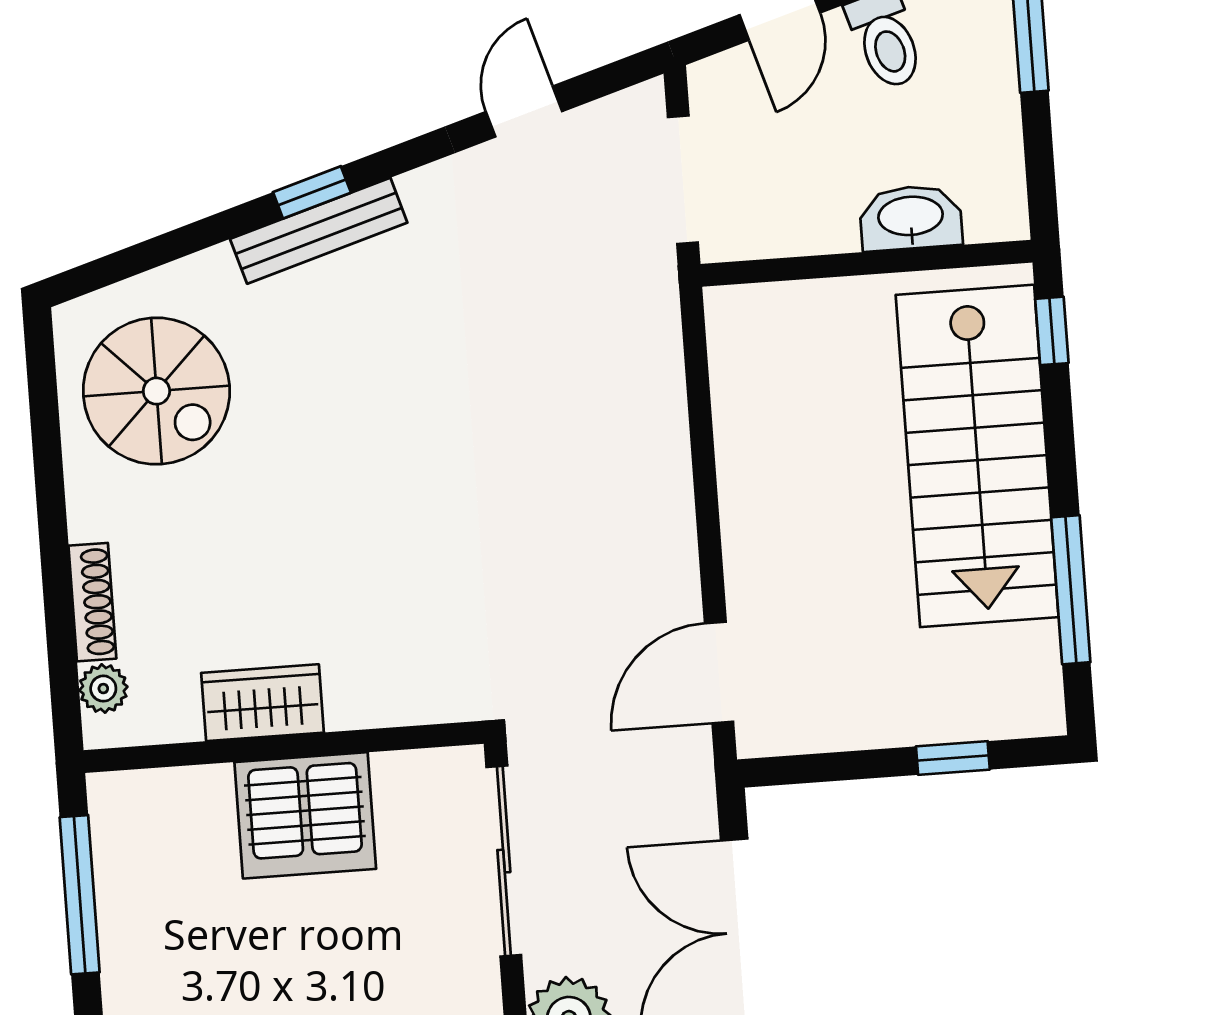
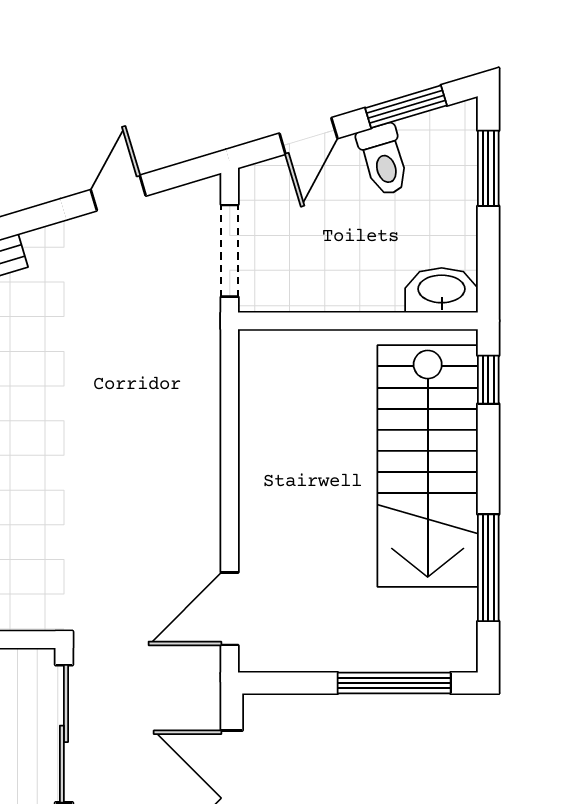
washbasin: (911, 218) -> (442, 290), moved
window: (953, 758) -> (394, 683), width x2.17

